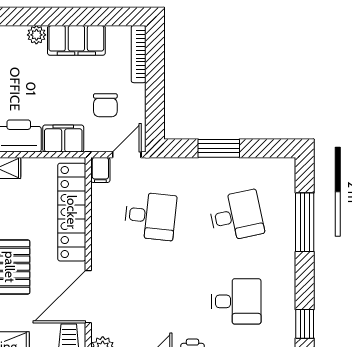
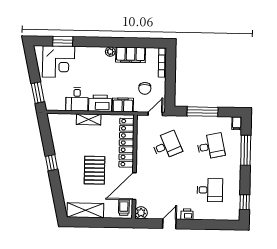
window: (219, 148) -> (202, 112), width x1.44
filing cabinet: (100, 170) -> (237, 123), moved
desk: (150, 216) -> (167, 145), turned -30

